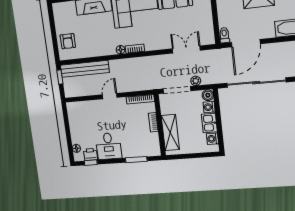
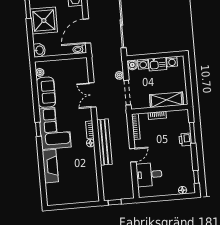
armchair: (68, 41) -> (82, 192), removed
door: (246, 43) -> (87, 31), swing flipped
double door: (186, 49) -> (92, 95), moved
bench: (85, 69) -> (104, 142), moved
door: (110, 96) -> (133, 155), swing flipped
desk: (109, 146) -> (149, 175), moved, turned 180
printer: (90, 154) -> (185, 140), moved

